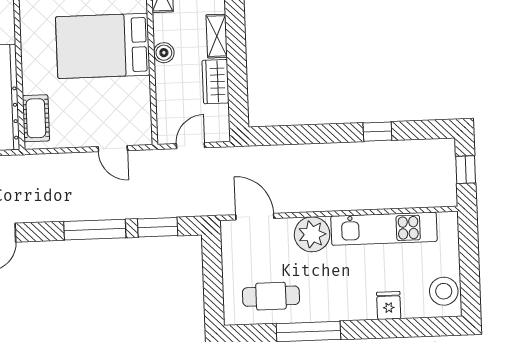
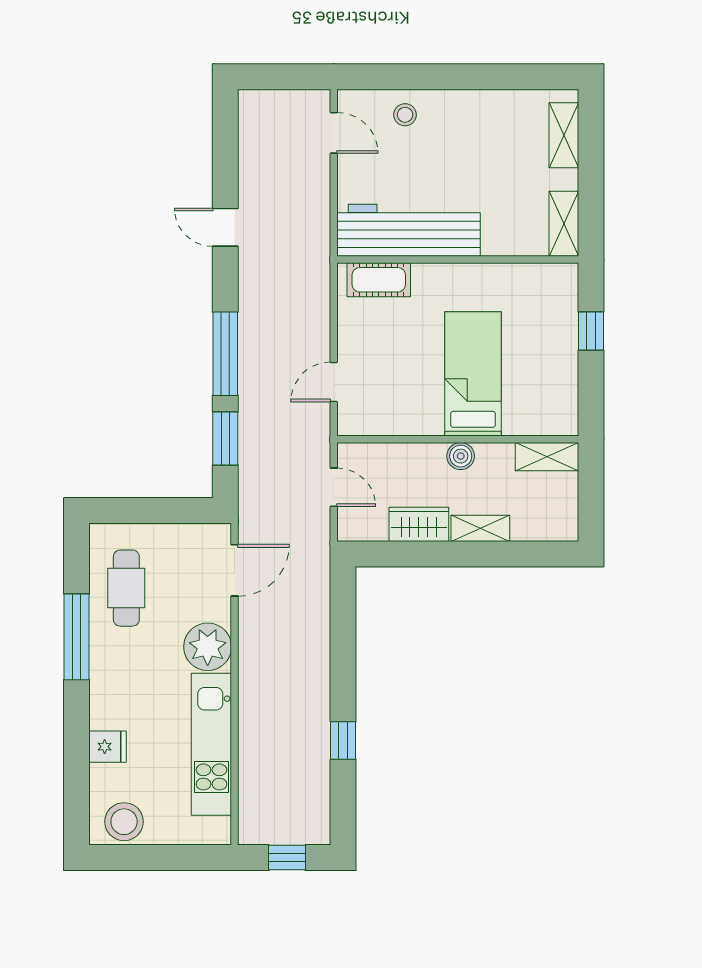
bed: (103, 46) -> (473, 374), width x0.67

